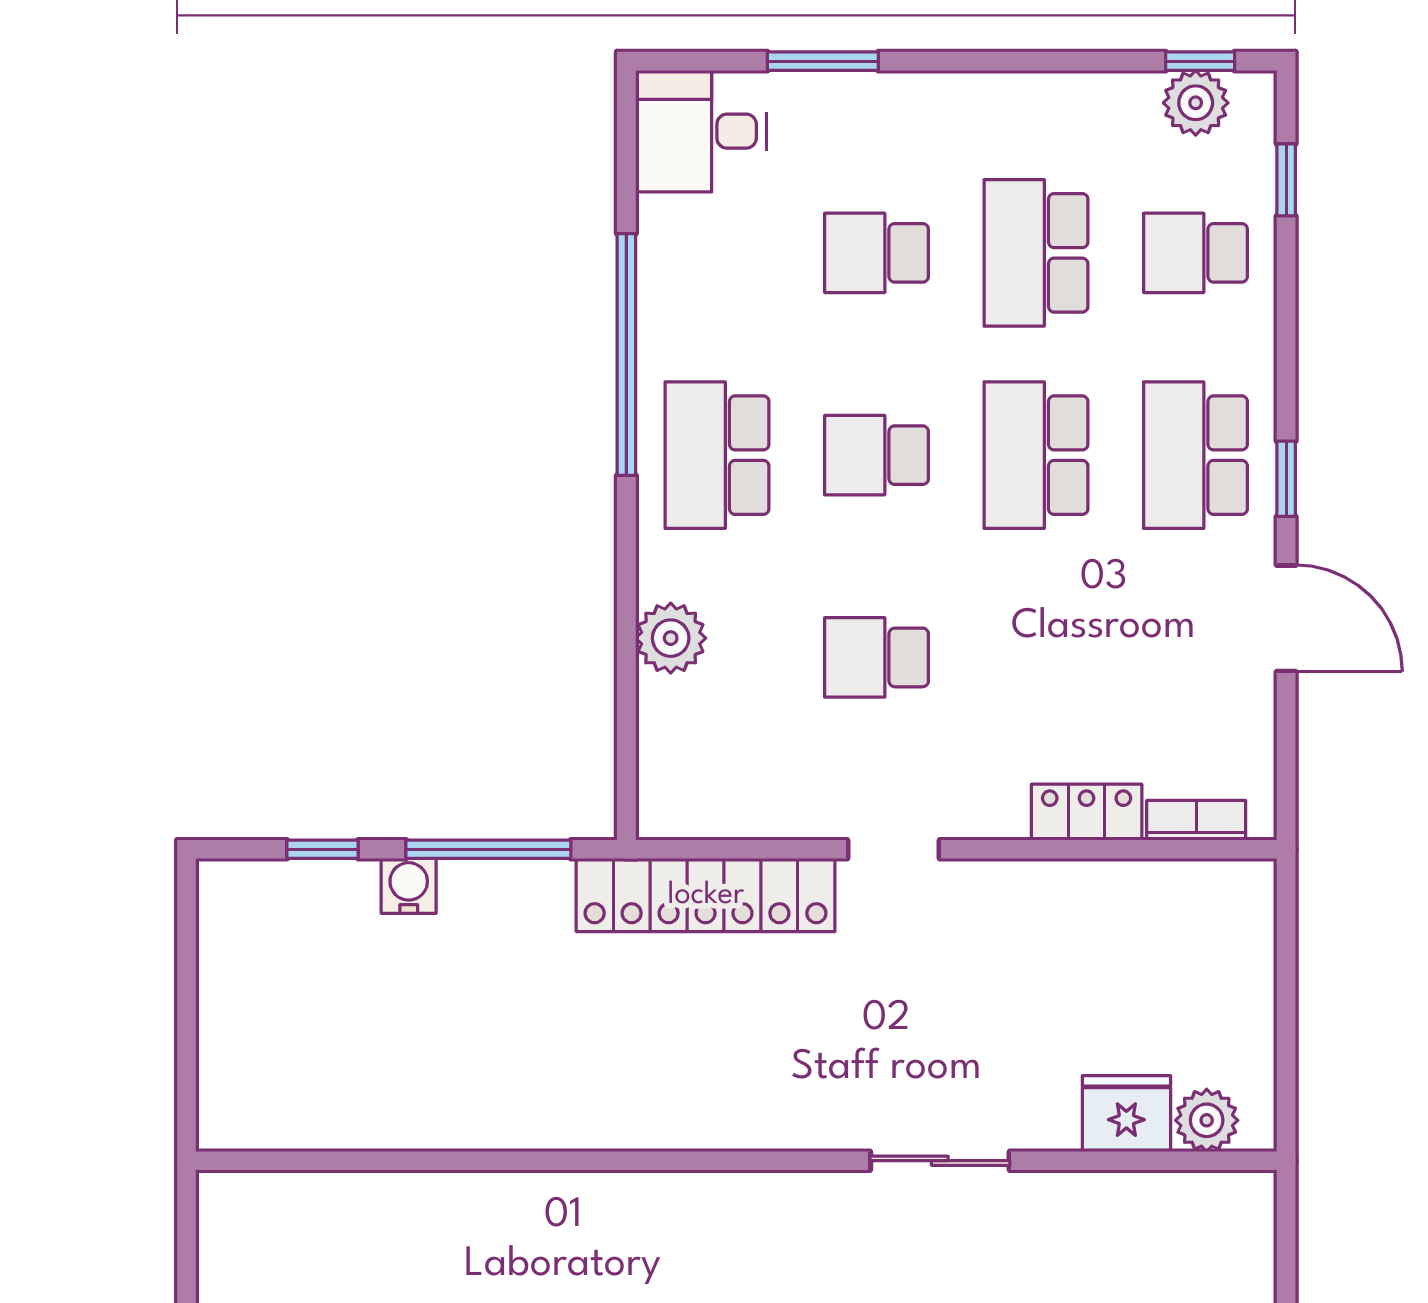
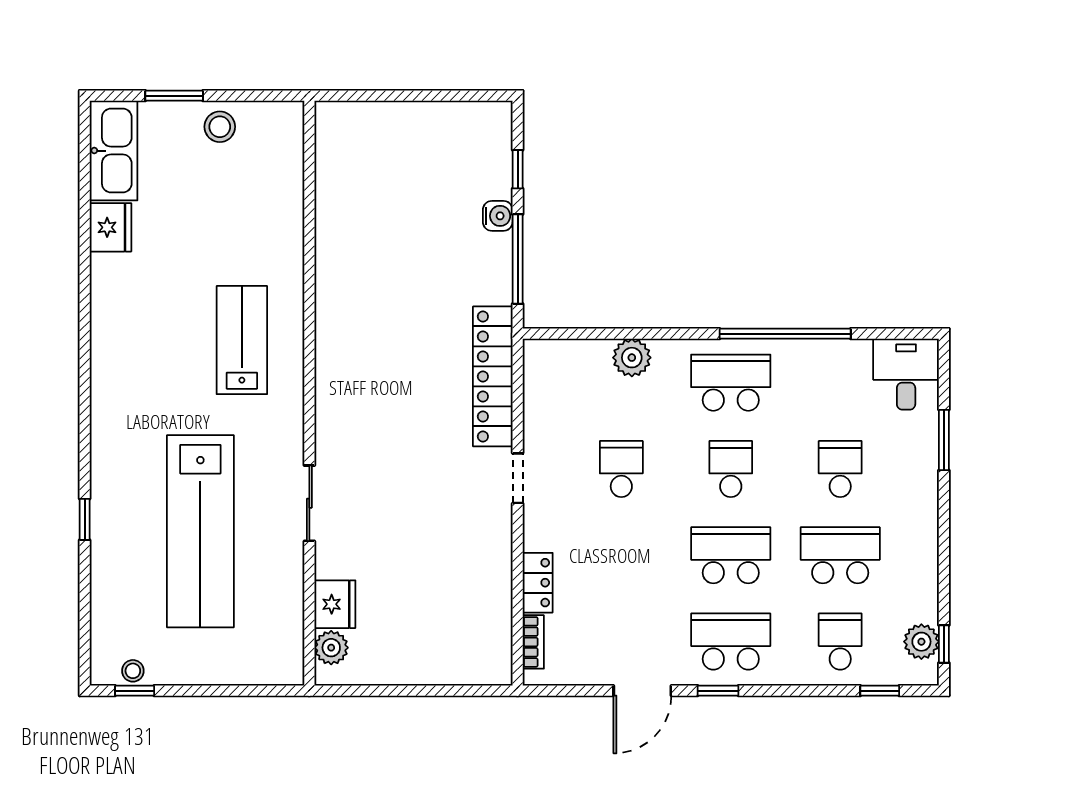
fridge: (1126, 1114) -> (335, 604), moved
plant: (1207, 1120) -> (331, 648), moved
wall: (736, 1161) -> (309, 393), moved
sliding door: (940, 1161) -> (309, 503), moved

